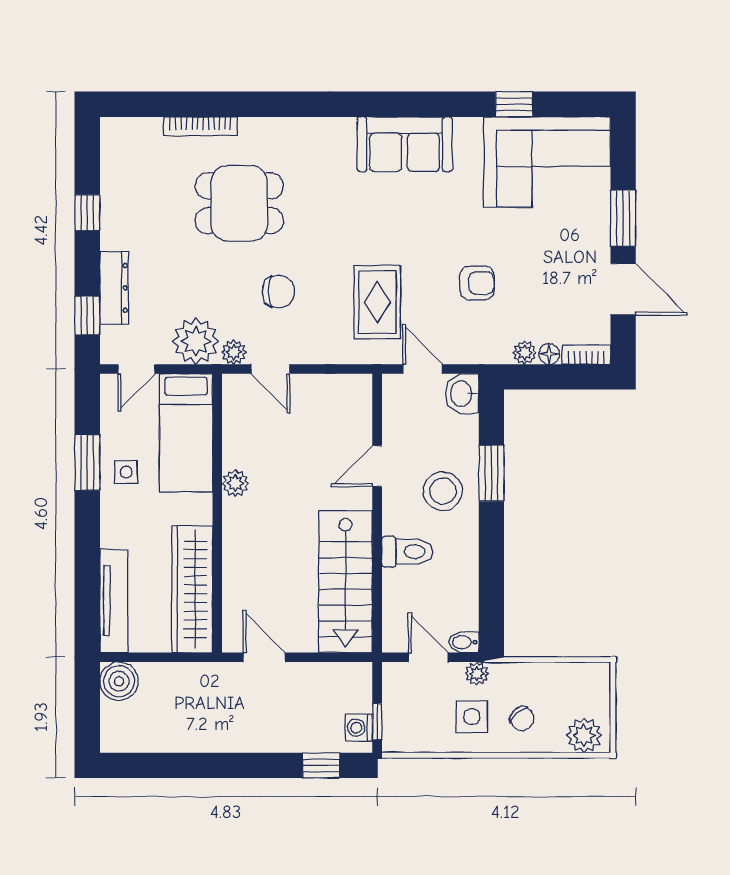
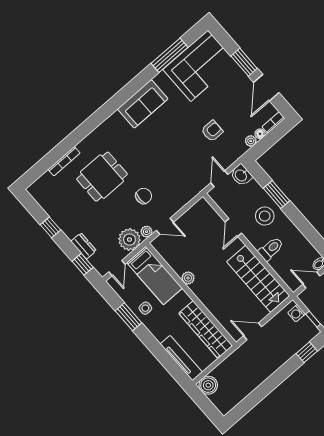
window: (514, 104) -> (170, 55), width x2.17
dresser: (114, 288) -> (84, 246), width x0.70
door: (623, 289) -> (266, 88), swing flipped
rug: (377, 302) -> (182, 169), removed
door: (423, 369) -> (219, 179), hinge flipped
washing machine: (359, 728) -> (297, 313), moved

